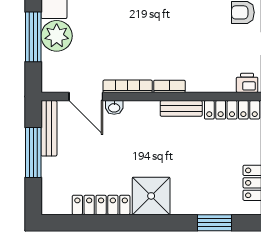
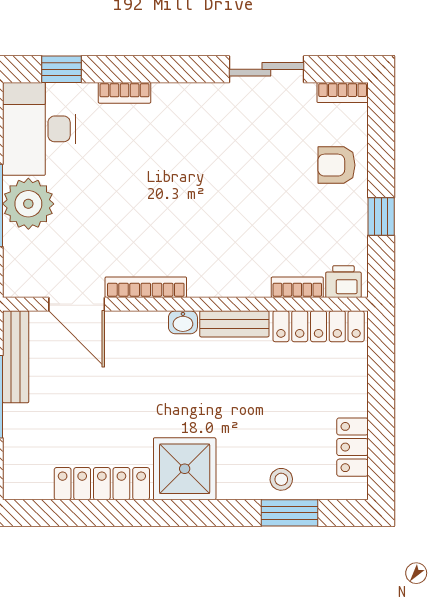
bookcase: (169, 86) -> (297, 287), moved
washbasin: (114, 107) -> (183, 322), moved
stool: (210, 202) -> (281, 479), added

